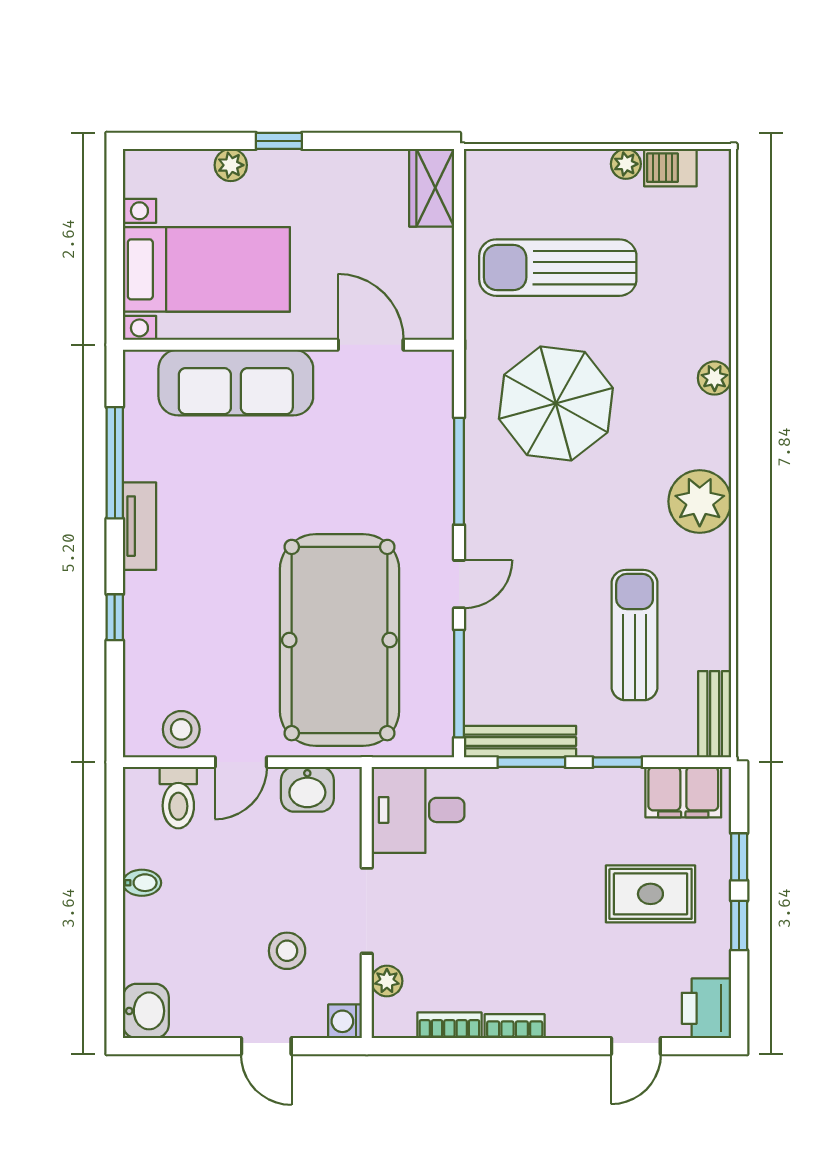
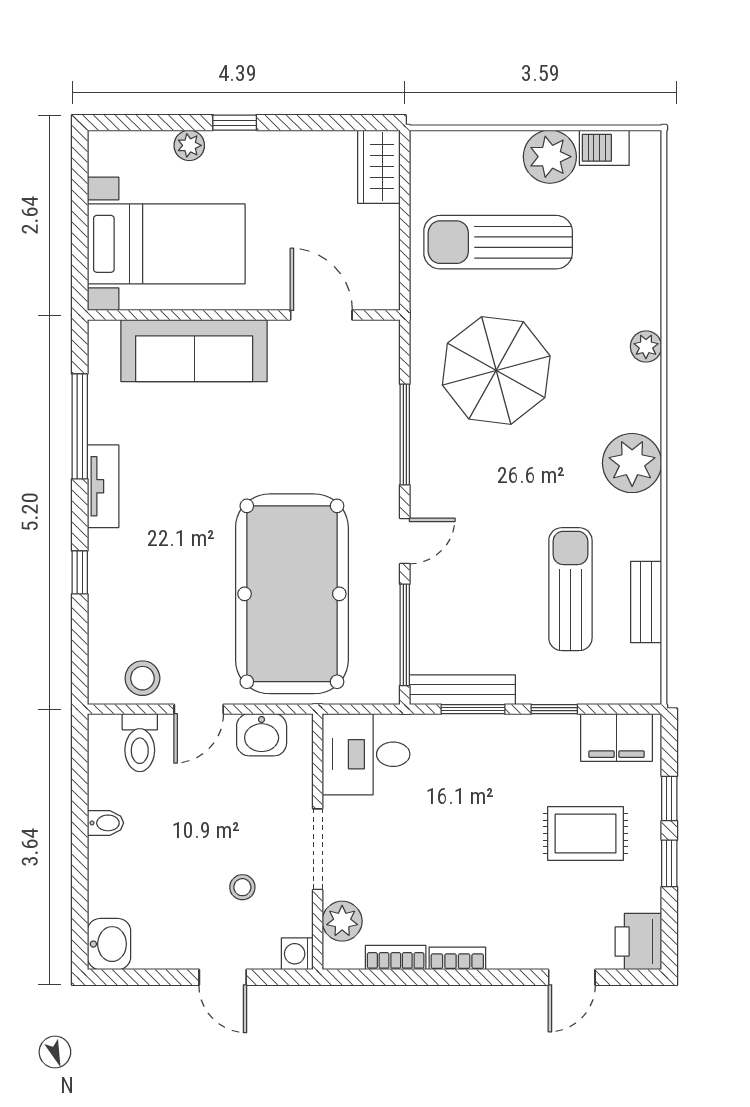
plant: (626, 164) -> (550, 157), width x1.88, depth x1.88
bench: (715, 714) -> (646, 602), moved
stool: (287, 951) -> (242, 887), width x0.73, depth x0.73
plant: (387, 981) -> (342, 921), width x1.38, depth x1.38

